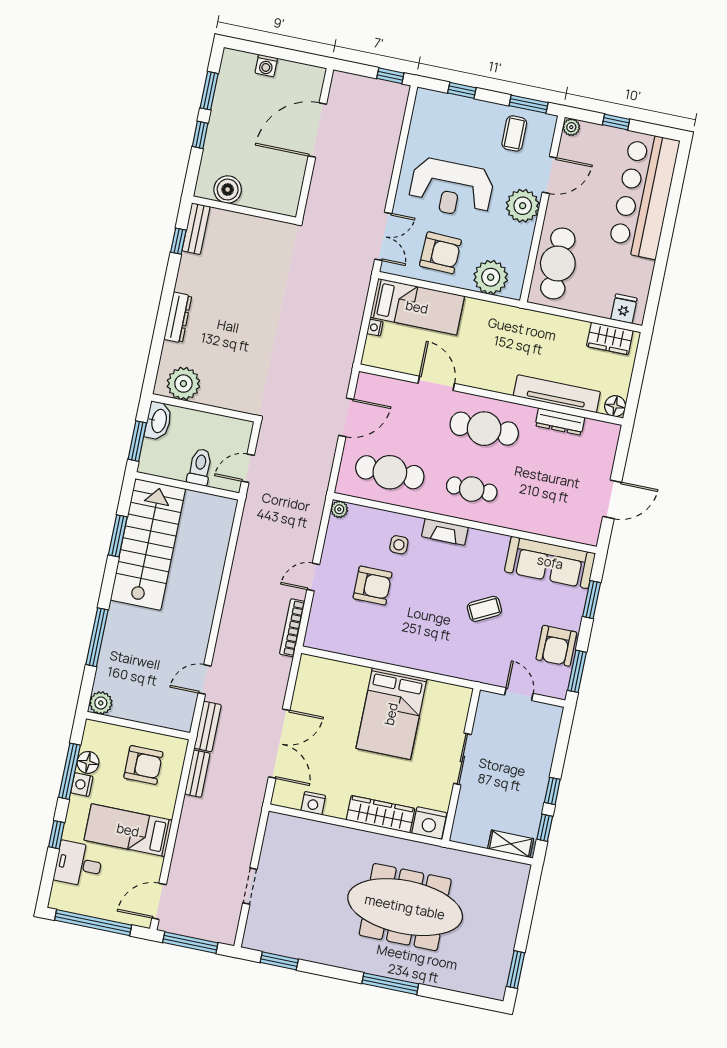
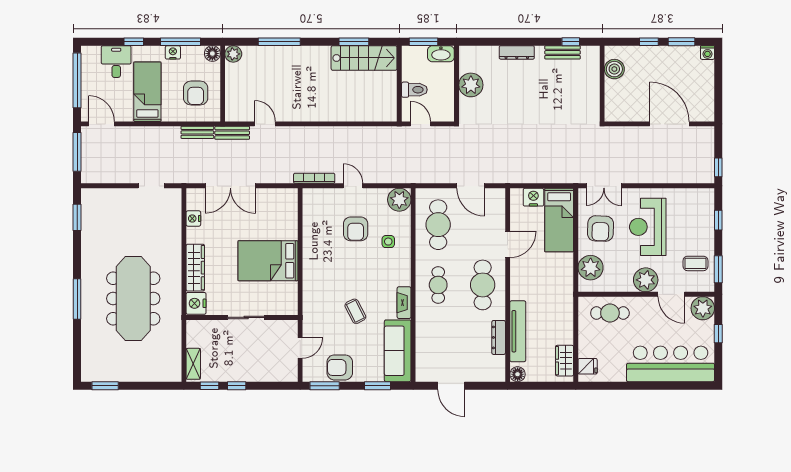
washing machine: (266, 66) -> (707, 53), moved, turned -90
plant: (571, 127) -> (703, 308), width x1.88, depth x1.88
bench: (196, 229) -> (563, 52), moved
cafe table: (558, 264) -> (610, 313), width x0.73, depth x0.74
nightstand: (375, 328) -> (533, 197), width x1.89, depth x1.79
plant: (183, 384) -> (471, 85), moved
plant: (339, 509) -> (399, 200), width x1.88, depth x1.88
fireplace: (445, 532) -> (404, 303), moved
stairs: (148, 544) -> (364, 58), width x0.73, depth x0.66
floor lamp: (88, 762) -> (212, 54), moved
doorway: (250, 886) -> (151, 186), moved

